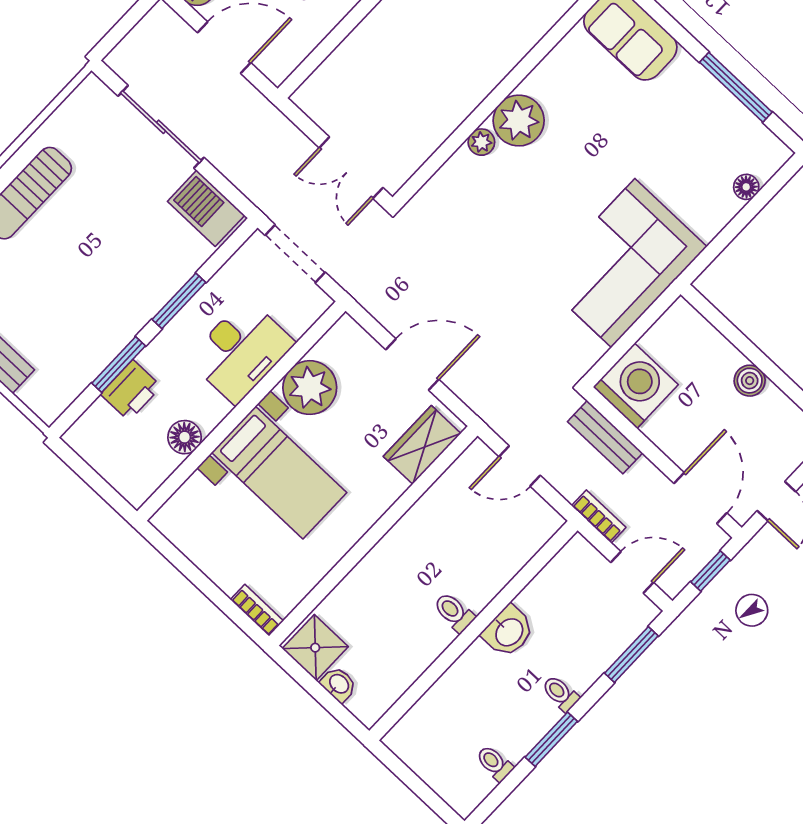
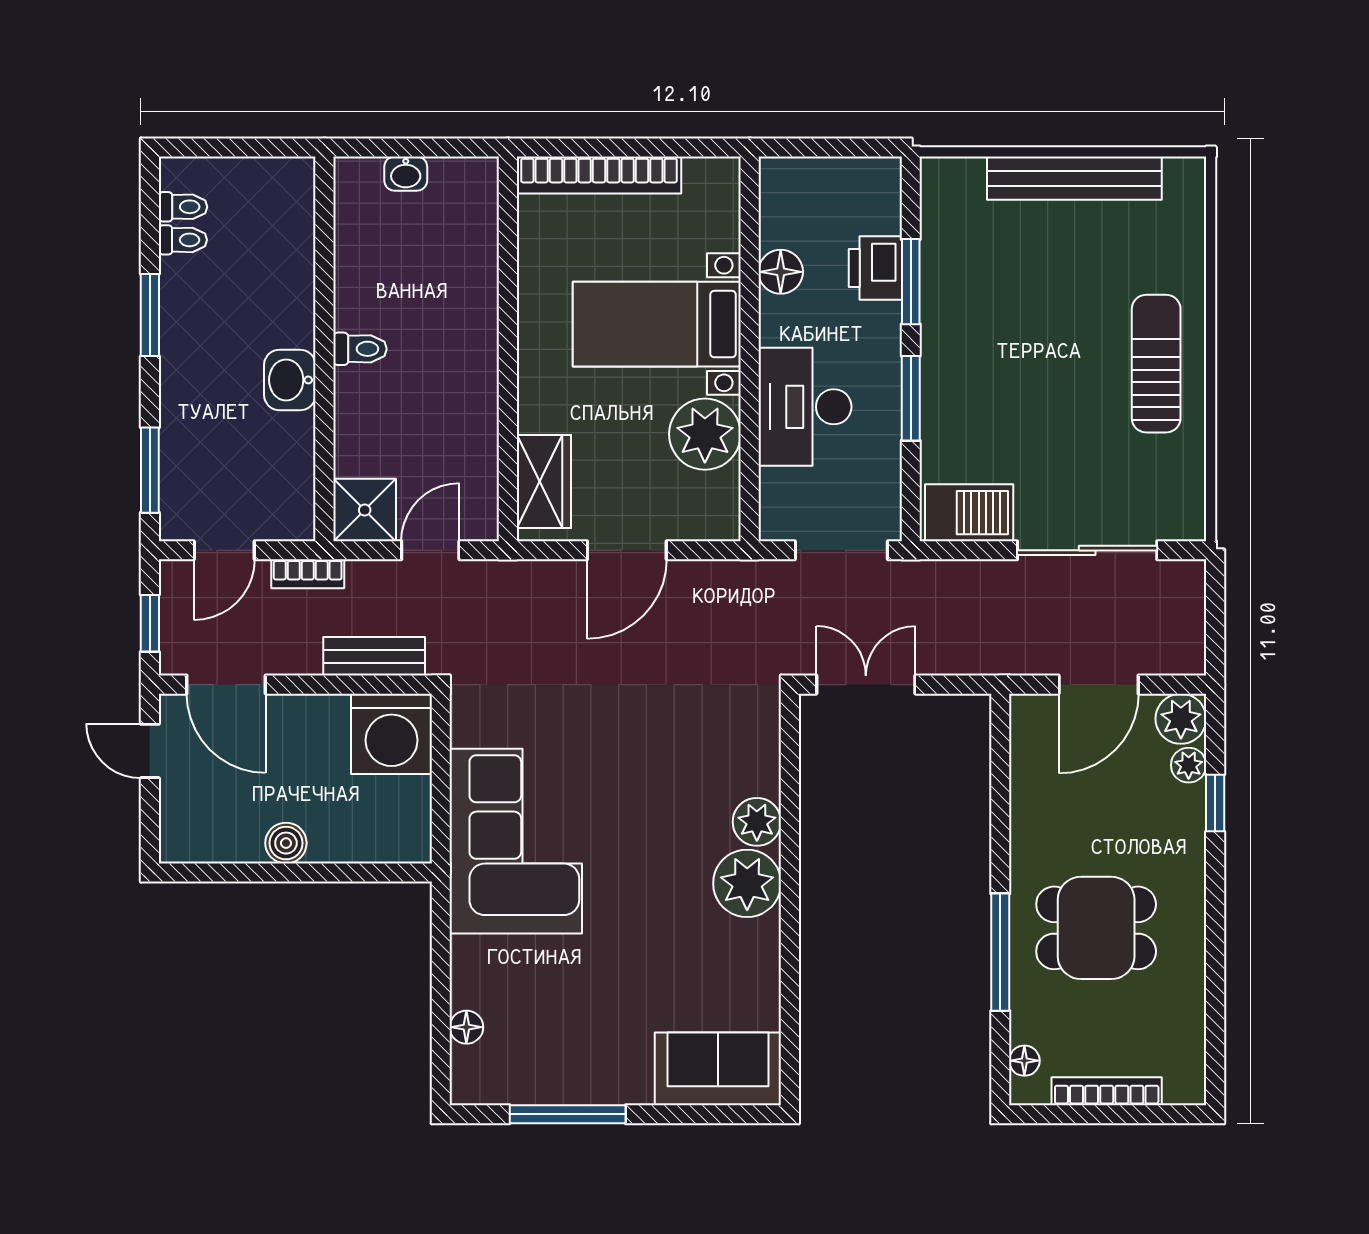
plant: (481, 142) -> (757, 822), width x1.38, depth x1.38
bookcase: (257, 610) -> (599, 175), width x2.31, depth x1.31
shower: (315, 648) -> (365, 510), moved
toilet: (560, 693) -> (183, 207), moved

